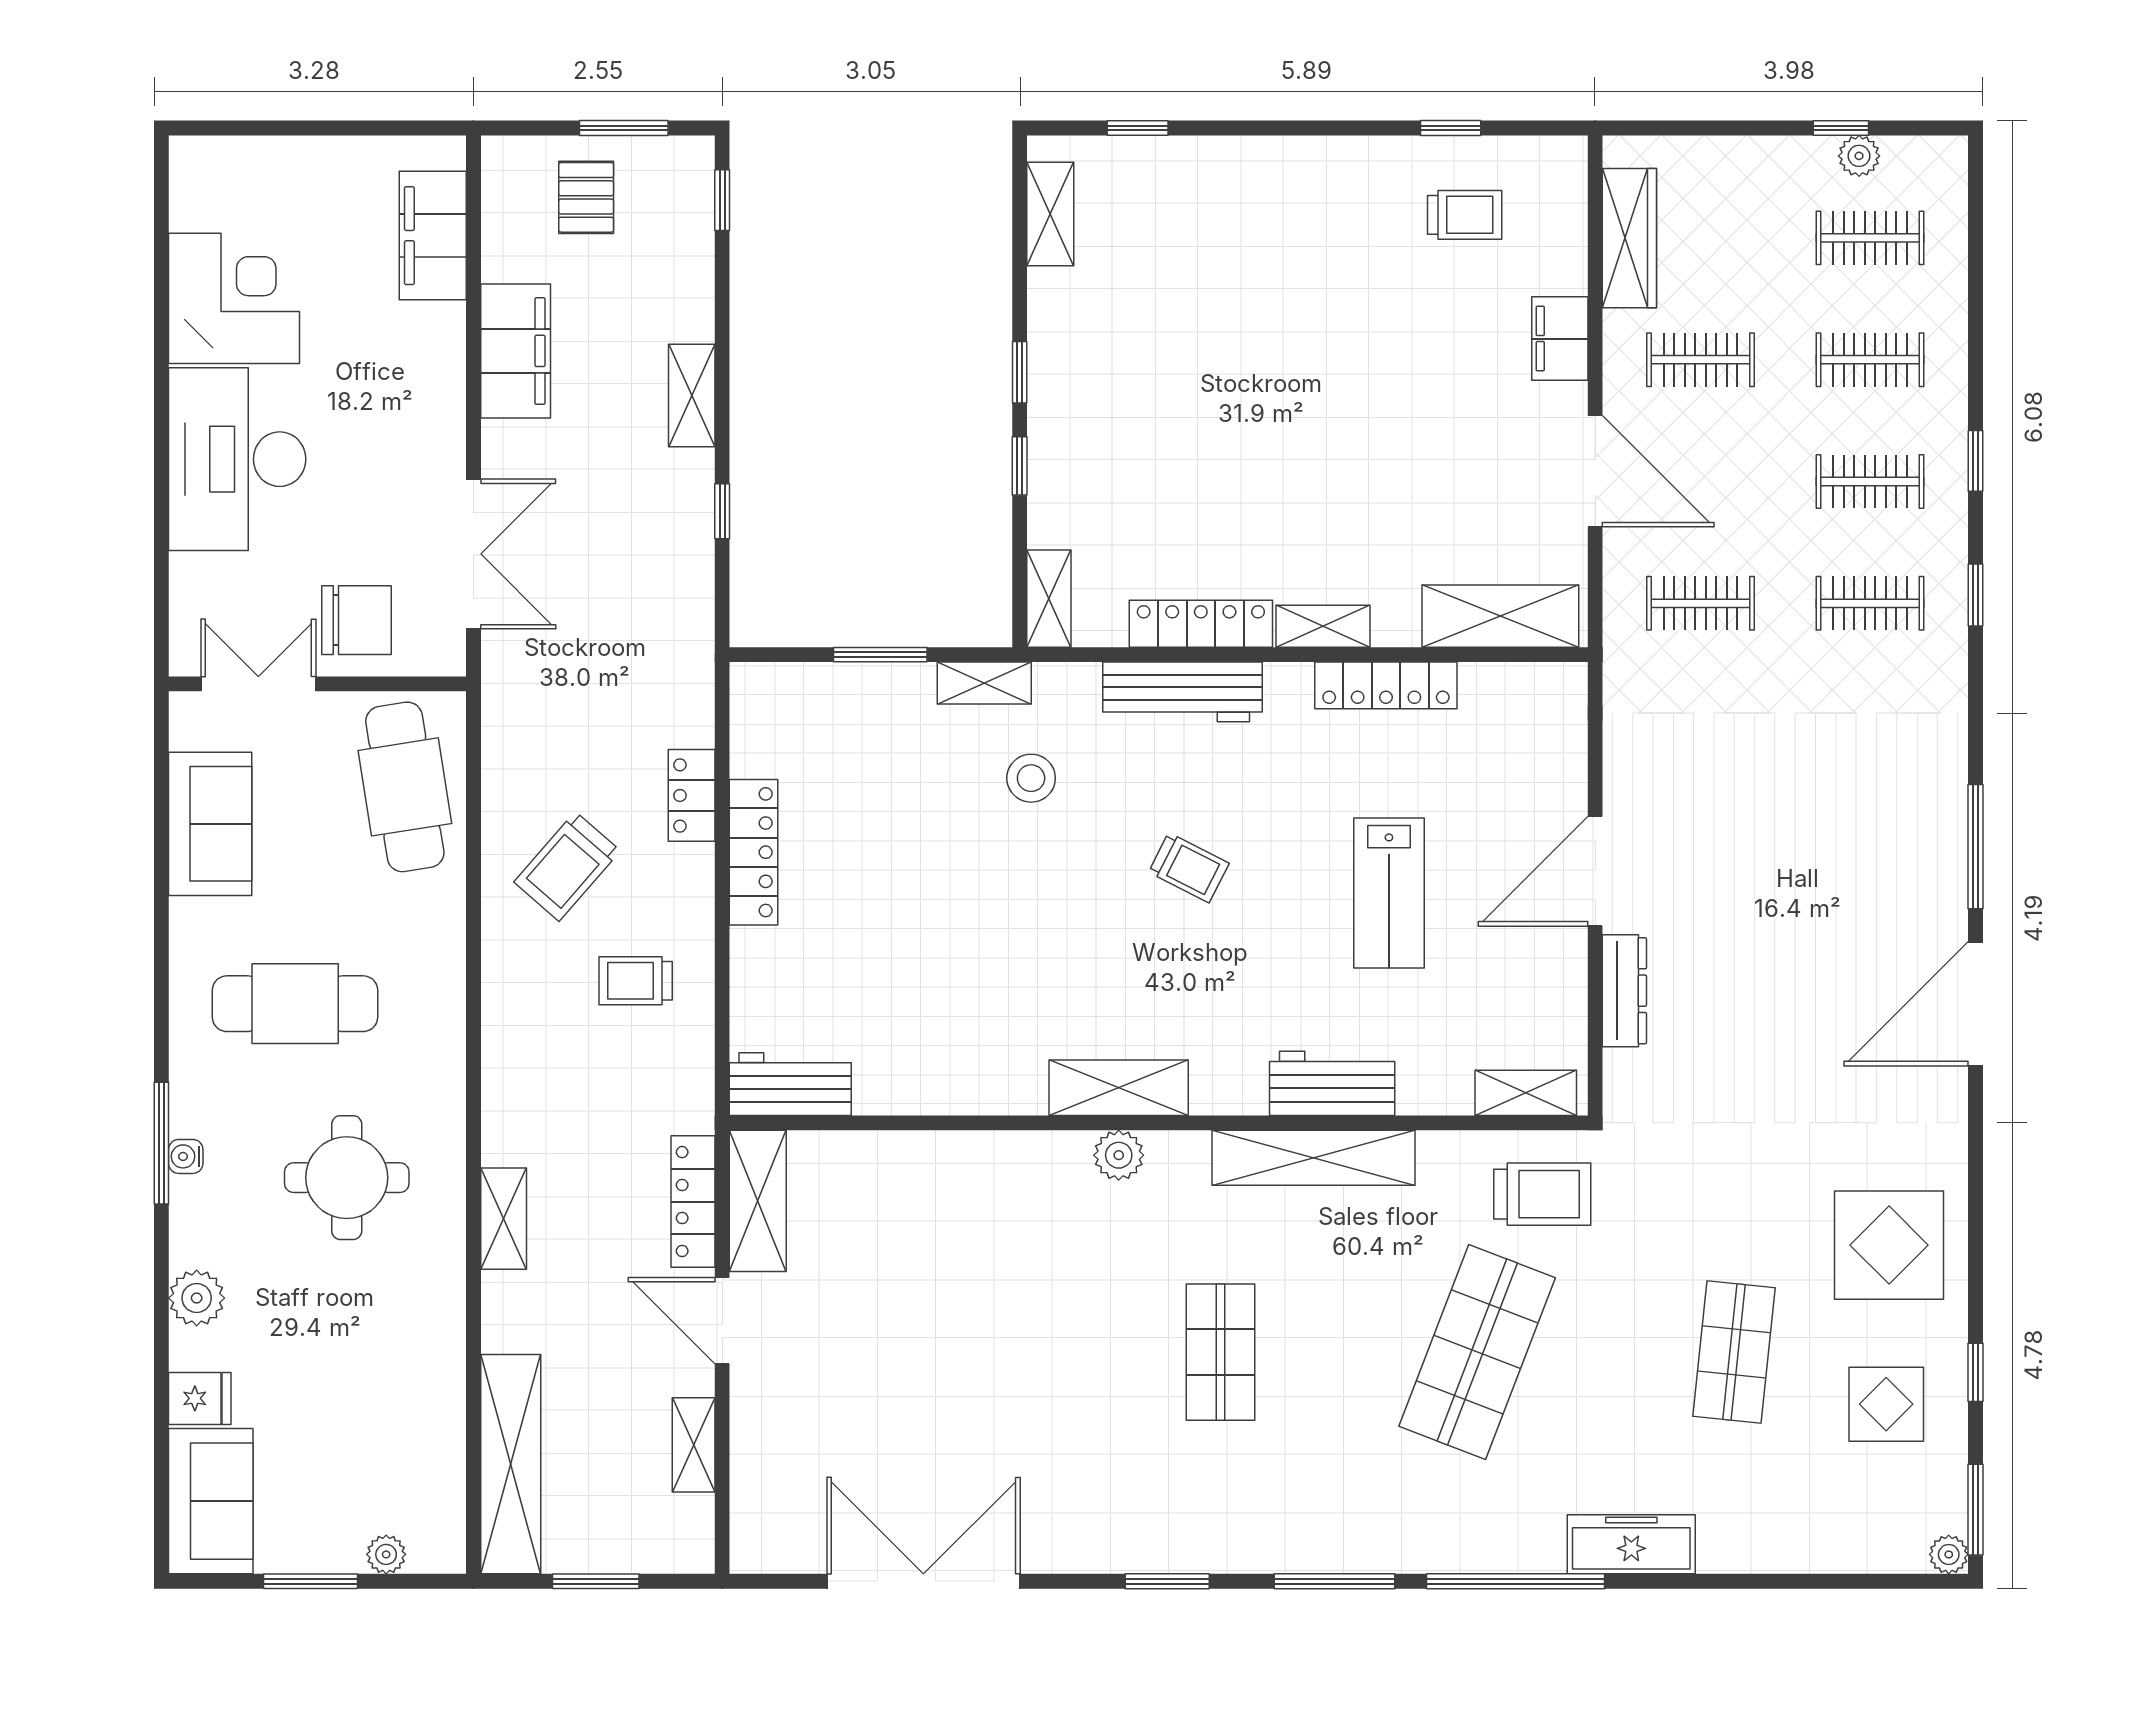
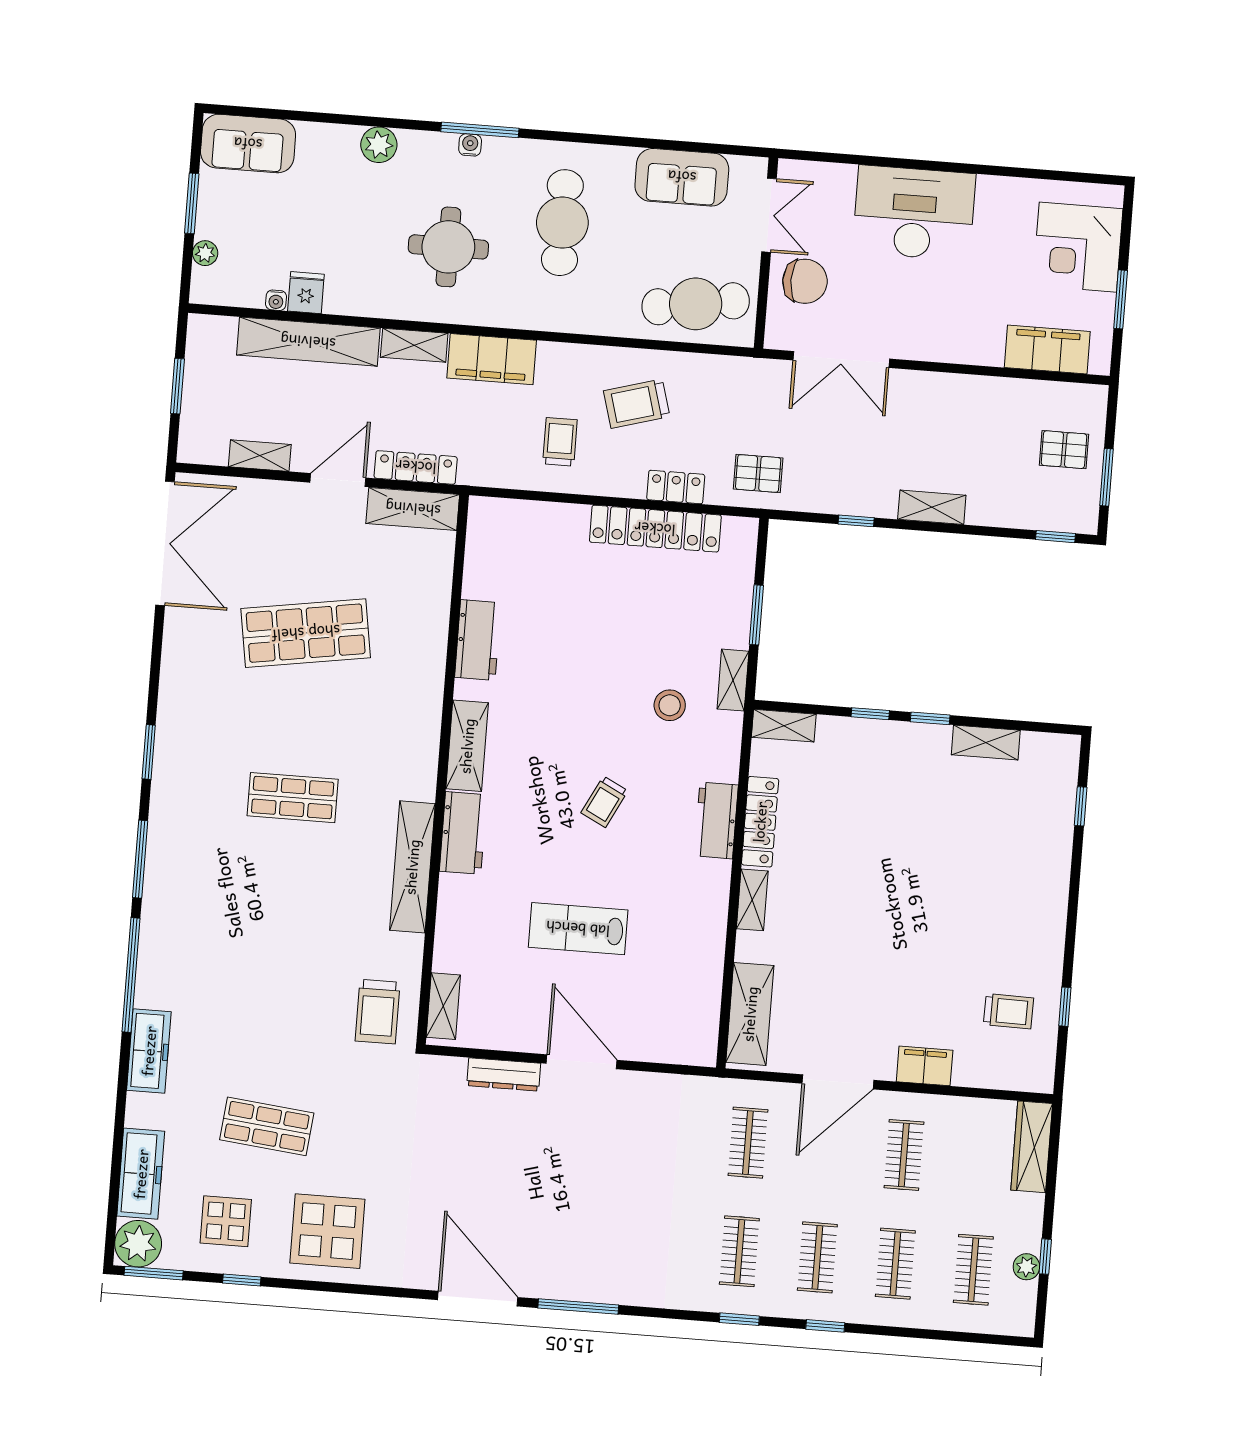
window: (346, 128) -> (1121, 299), added
shelving: (1050, 214) -> (986, 743), moved
trolley: (1465, 215) -> (1009, 1011), turned -89
wardrobe: (1629, 238) -> (1032, 1147), moved, turned 90
corner desk: (234, 298) -> (1078, 247), moved, turned 90
filing cabinet: (516, 351) -> (492, 359), moved
chair: (357, 620) -> (805, 281), turned -90
pallet: (661, 669) -> (758, 473), added
locker: (1386, 685) -> (711, 937), removed
workbench: (1182, 692) -> (716, 820), width x0.73
locker: (754, 852) -> (655, 529), width x1.41, depth x1.21
trolley: (567, 866) -> (637, 404), turned -57
workbench: (1332, 1083) -> (463, 833), moved
workbench: (790, 1084) -> (478, 640), moved
plant: (1119, 1155) -> (424, 742), removed
shop shelf: (1477, 1352) -> (306, 633), moved, turned -30
fridge: (200, 1398) -> (306, 293), moved, turned 180
water cooler: (451, 1439) -> (276, 300), added
shelving: (511, 1464) -> (308, 342), moved
freezer: (1823, 1542) -> (141, 1174), added
plant: (1949, 1554) -> (138, 1244), width x1.87, depth x1.87
double door: (923, 1581) -> (165, 543), moved

